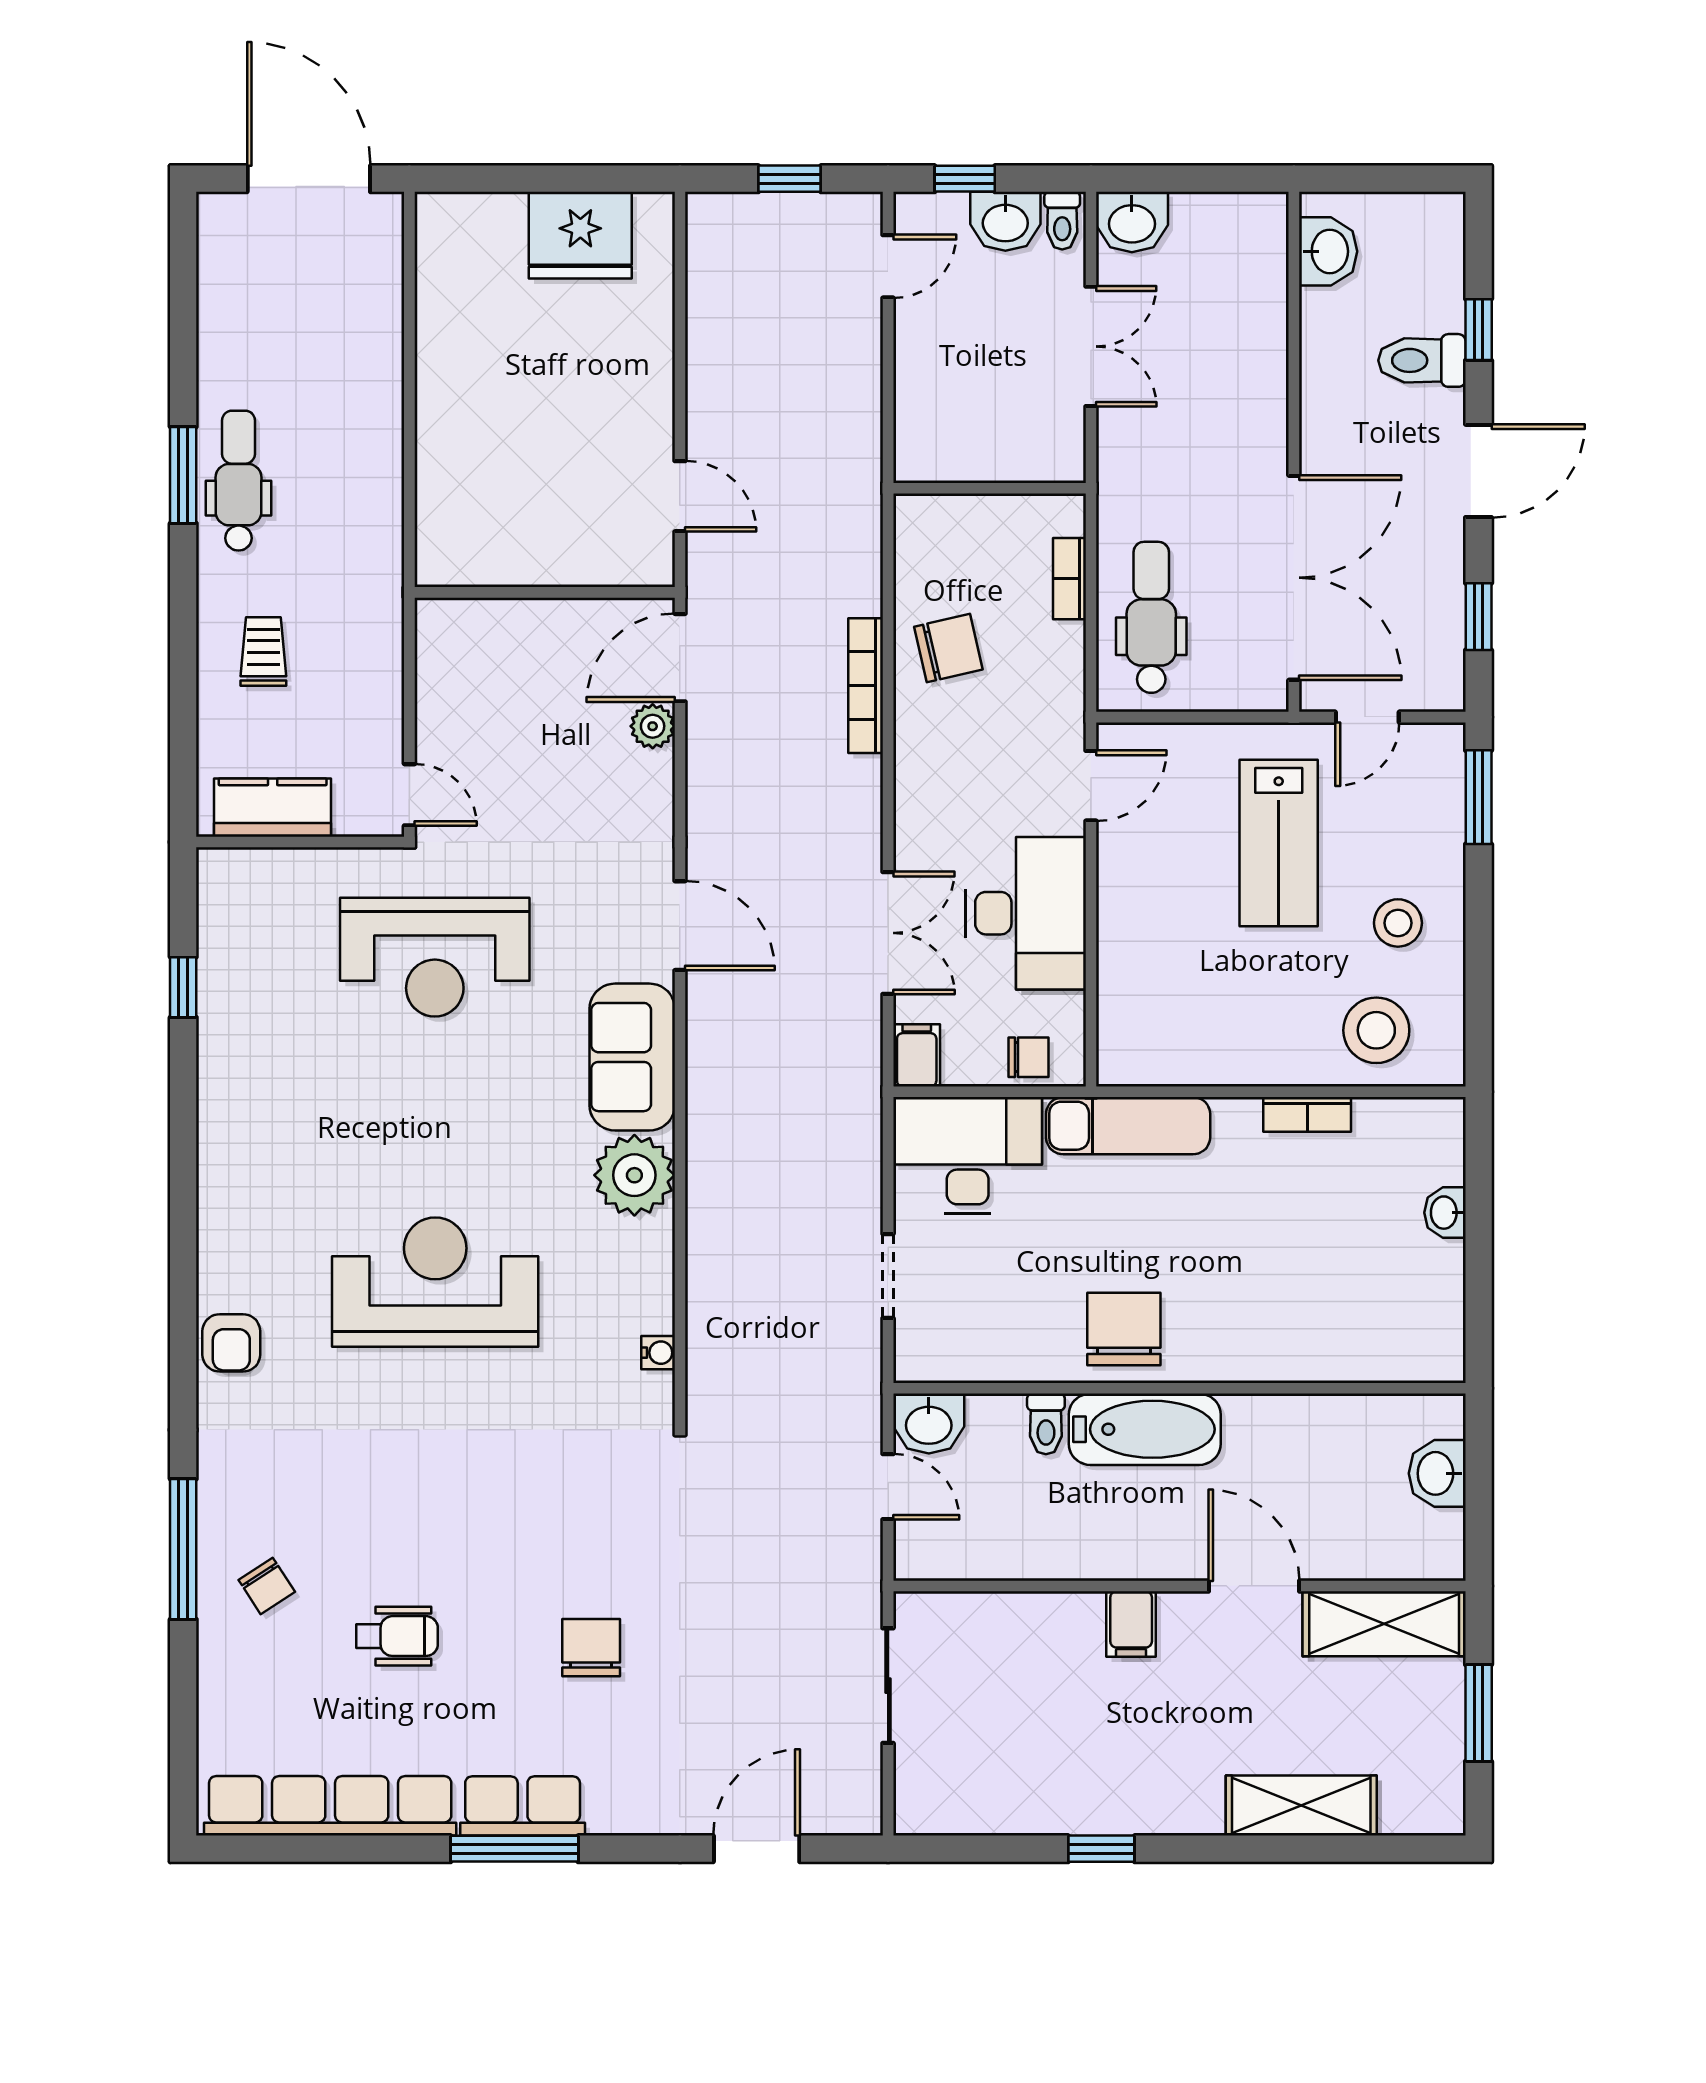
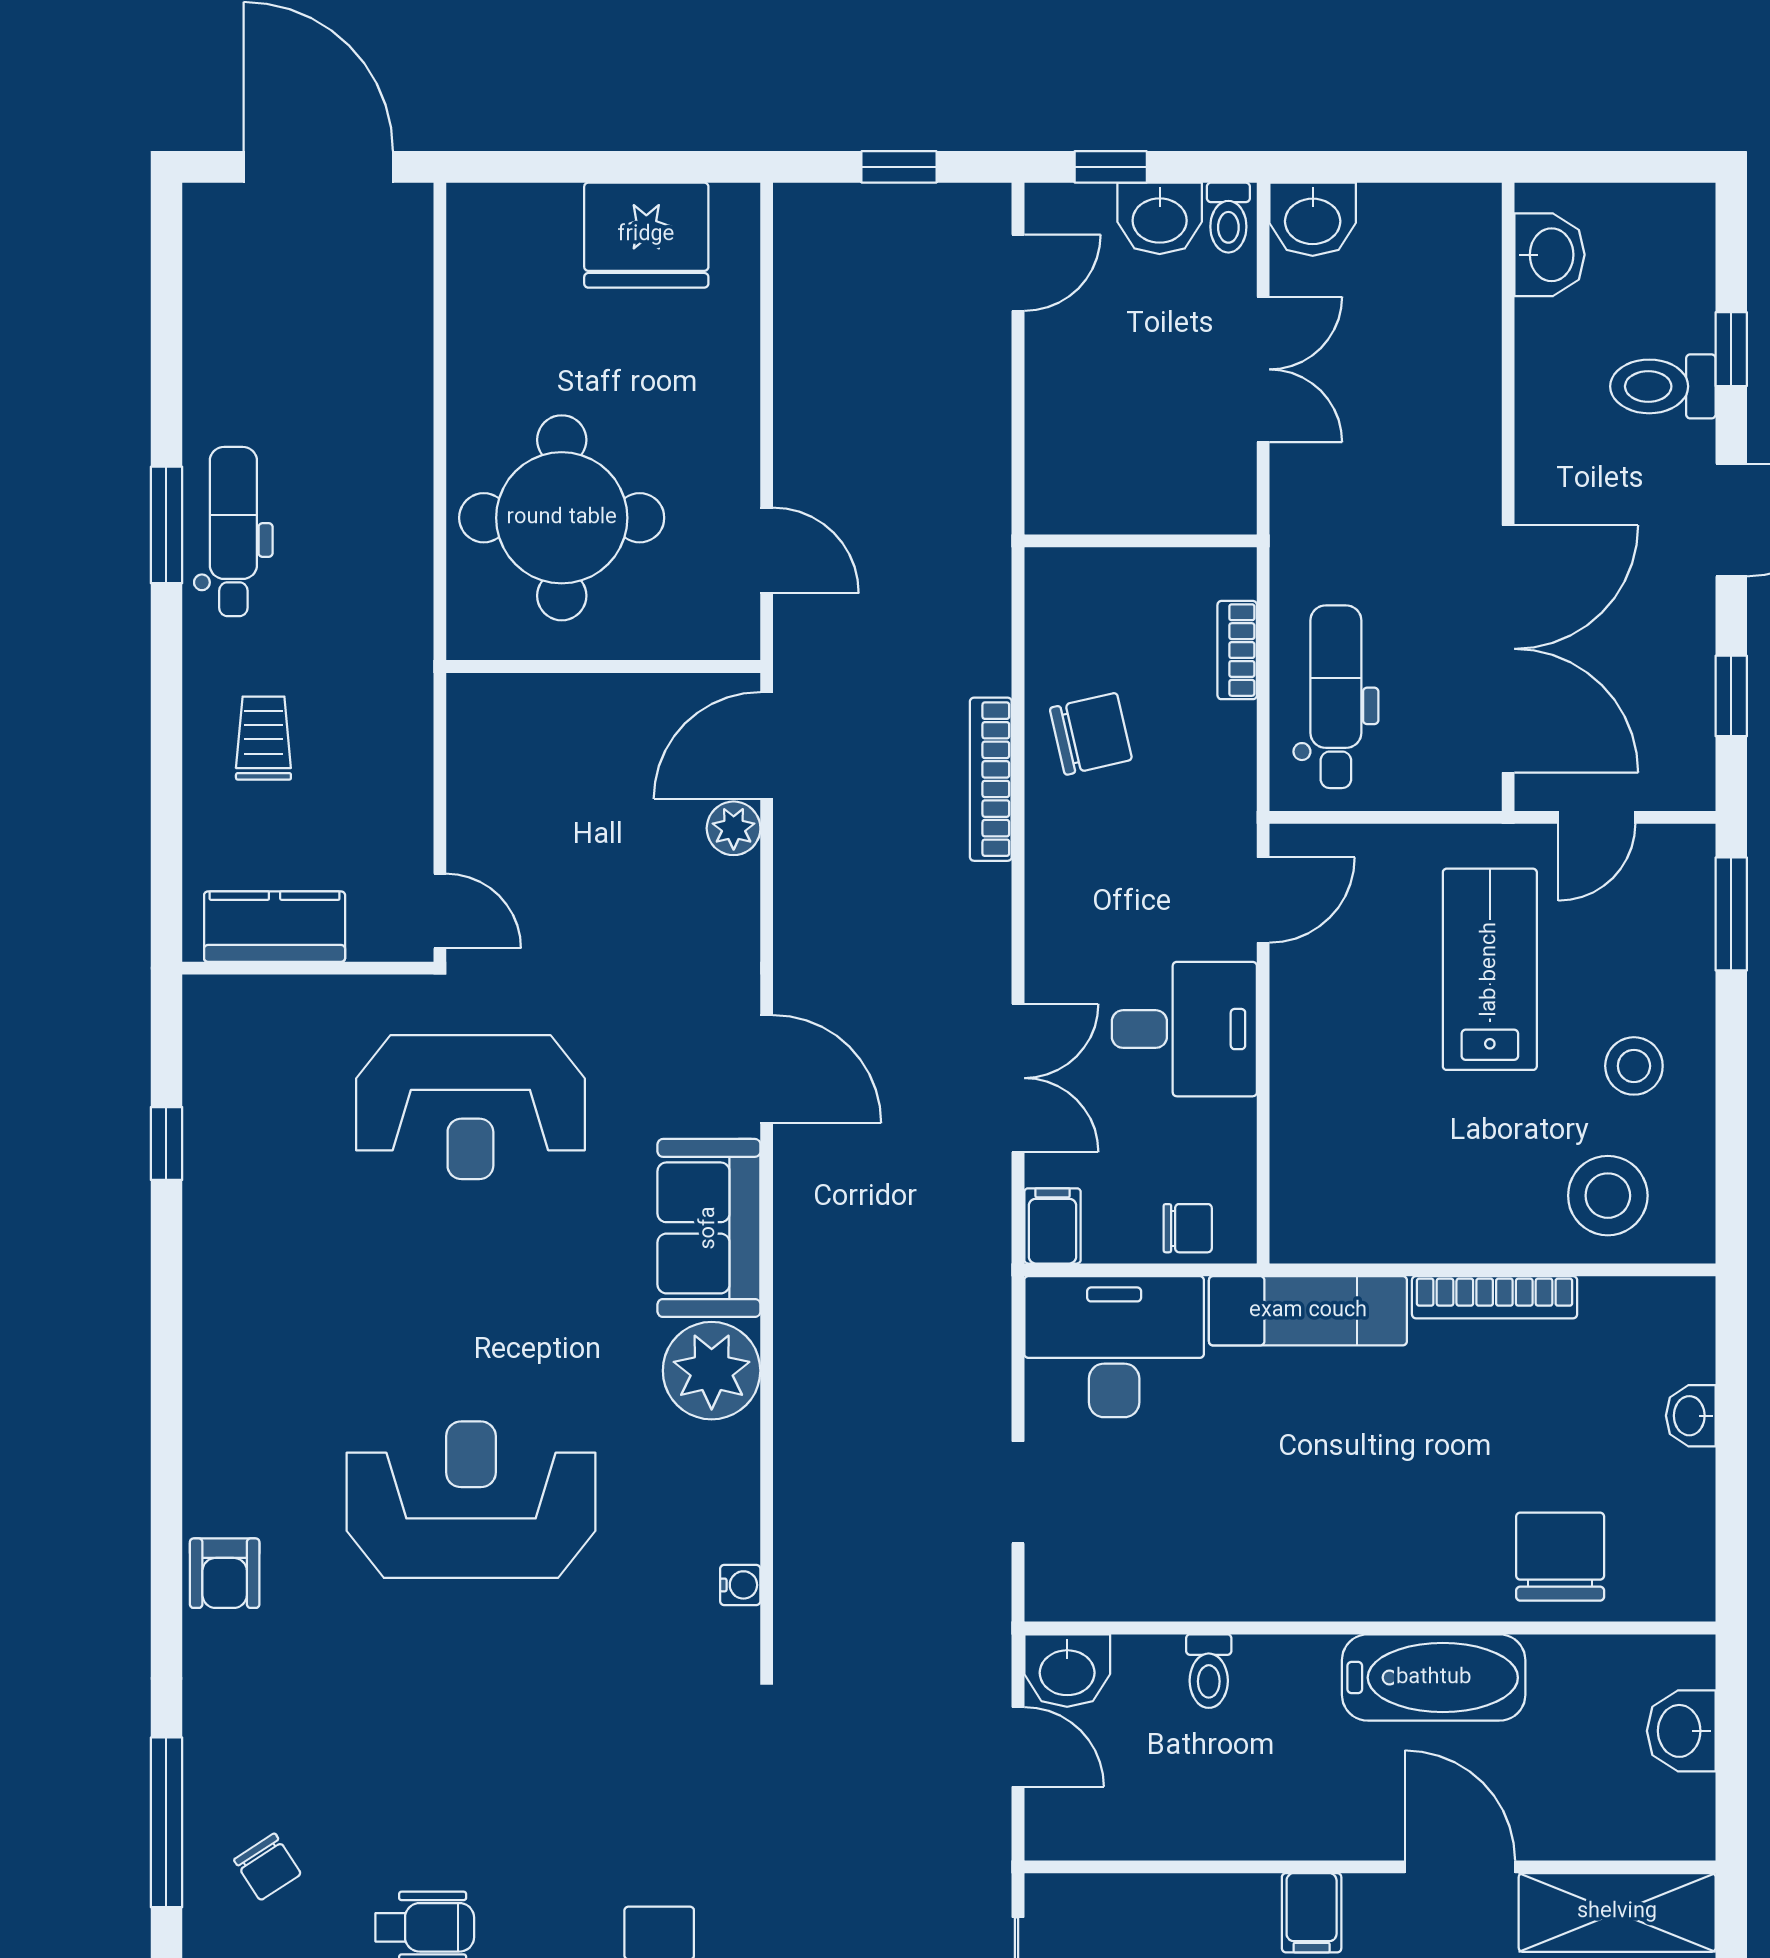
round table: (510, 469) -> (562, 518), added
lab bench: (1279, 843) -> (1490, 969), turned 180
desk: (1026, 913) -> (1184, 1029), width x0.73
bookcase: (1307, 1114) -> (1495, 1297), width x1.56
chair: (1124, 1329) -> (1560, 1557), moved
bathtub: (1145, 1429) -> (1434, 1678), moved

